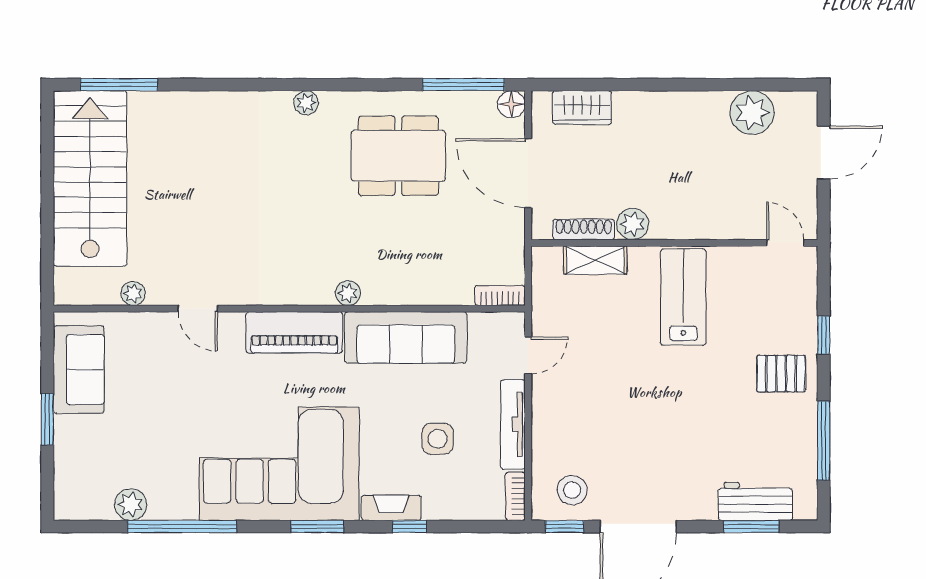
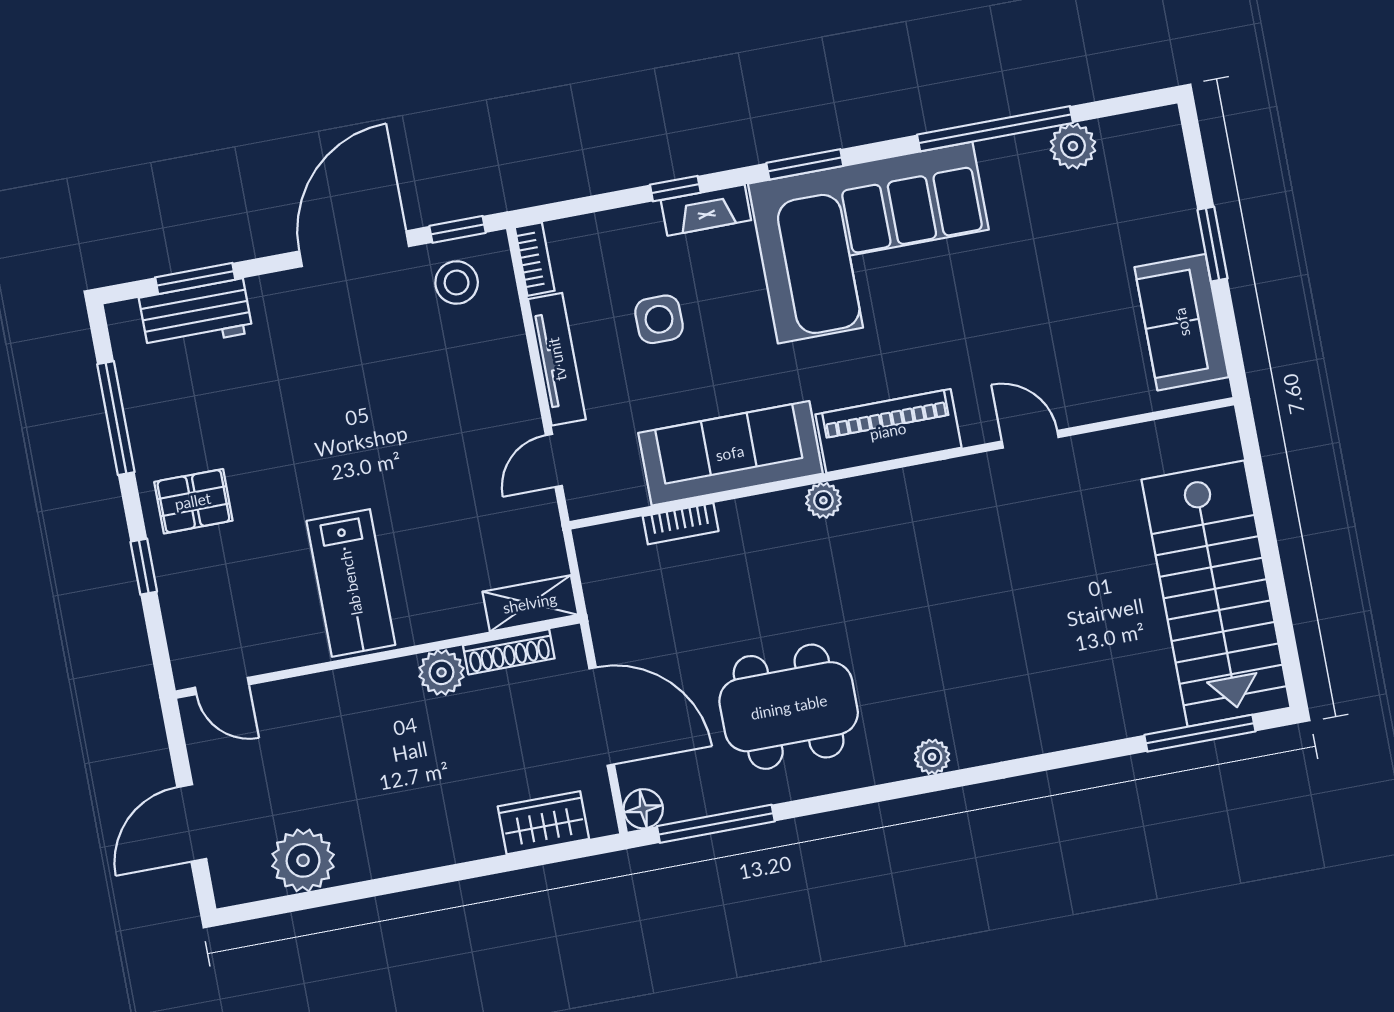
shelving: (595, 260) -> (530, 603), moved
plant: (133, 293) -> (1125, 443), removed
bookcase: (500, 295) -> (681, 524), moved

